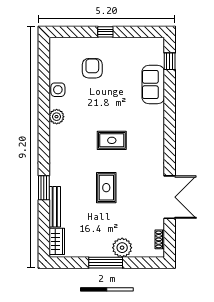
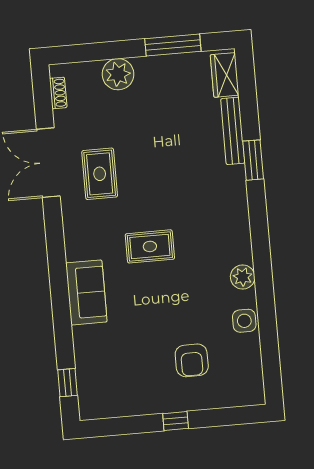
sofa: (153, 85) -> (86, 292), moved
rug: (106, 188) -> (100, 174), moved
window: (106, 263) -> (173, 45), moved

